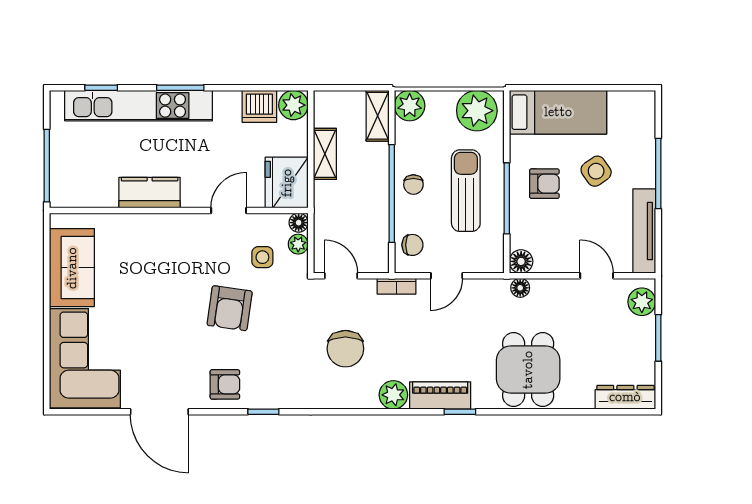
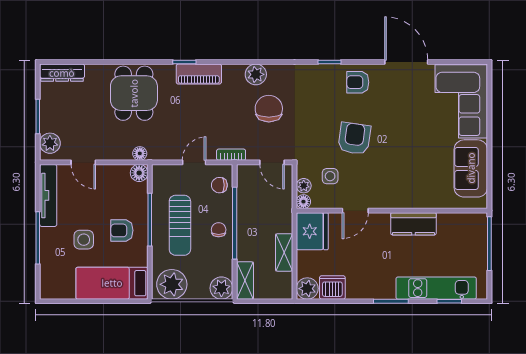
kitchen unit: (139, 106) -> (436, 288), width x0.73
side table: (596, 171) -> (84, 240), turned 35
plant: (393, 395) -> (256, 74), moved

